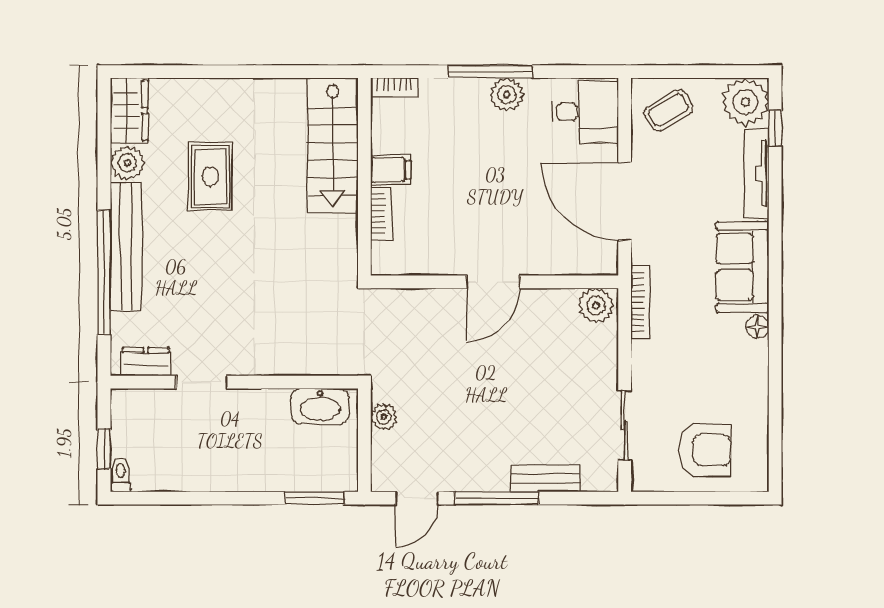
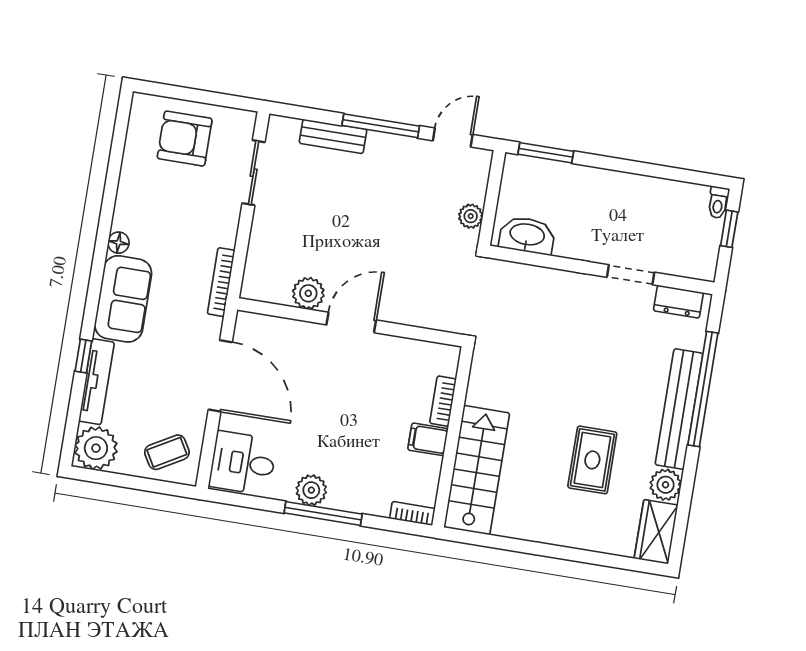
window: (775, 128) -> (83, 356), moved
plant: (596, 306) -> (308, 293), moved

